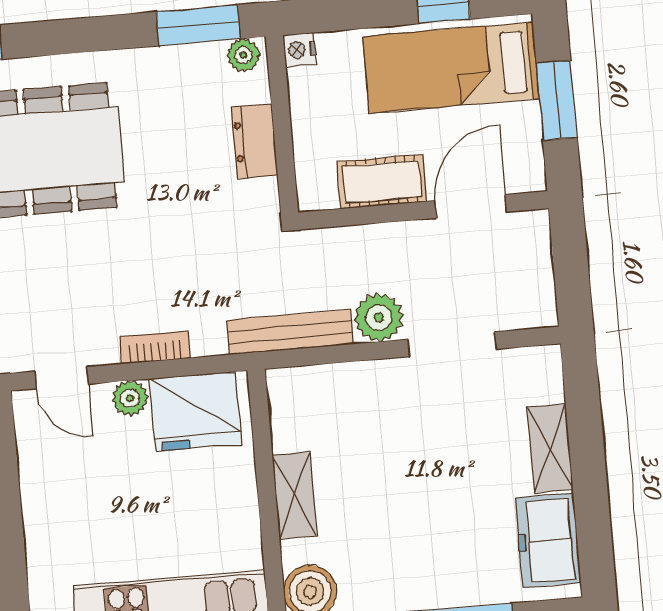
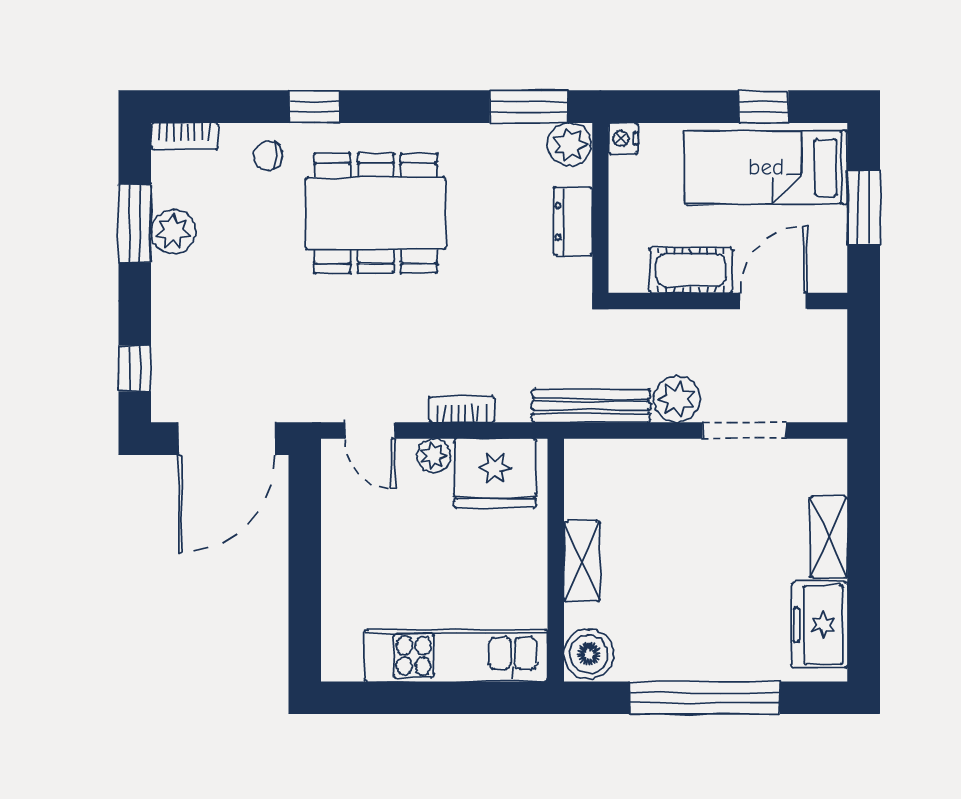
plant: (243, 55) -> (569, 145), width x1.38, depth x1.38

